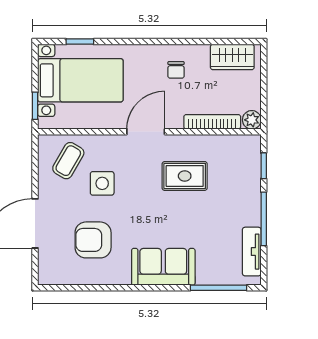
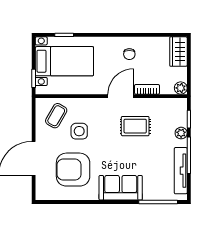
wardrobe: (232, 57) -> (178, 52), moved, turned 90
bookcase: (212, 122) -> (147, 89), width x0.64
door: (146, 132) -> (121, 96), moved
plant: (252, 186) -> (181, 133), added
armchair: (93, 240) -> (73, 170), width x1.36, depth x1.36
tv unit: (252, 252) -> (181, 171), width x1.41

